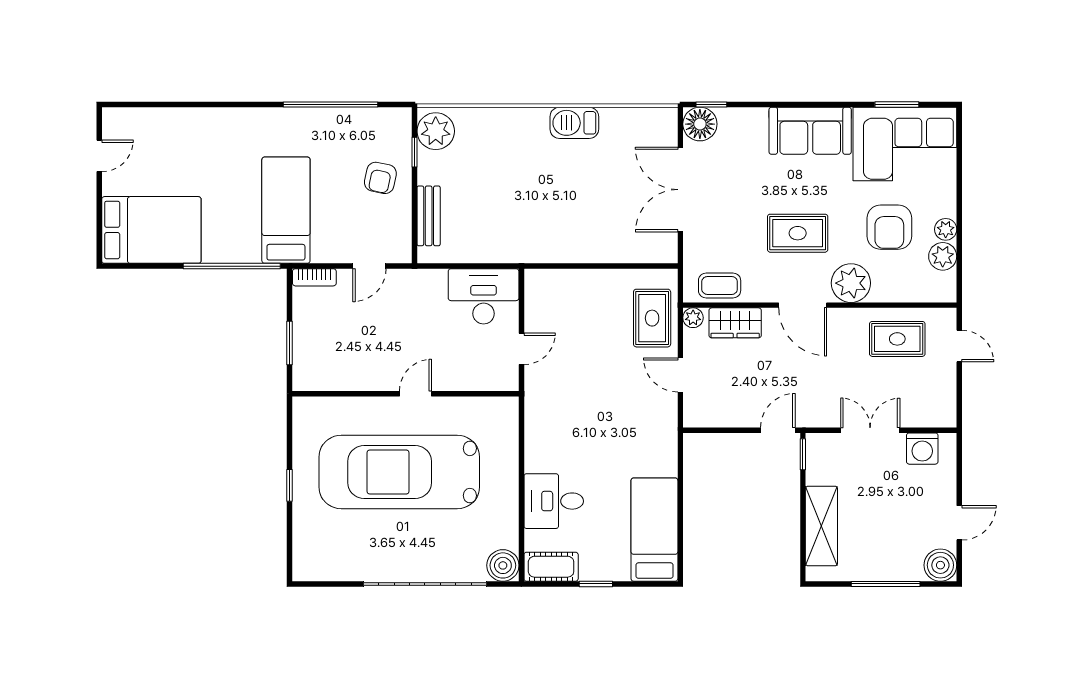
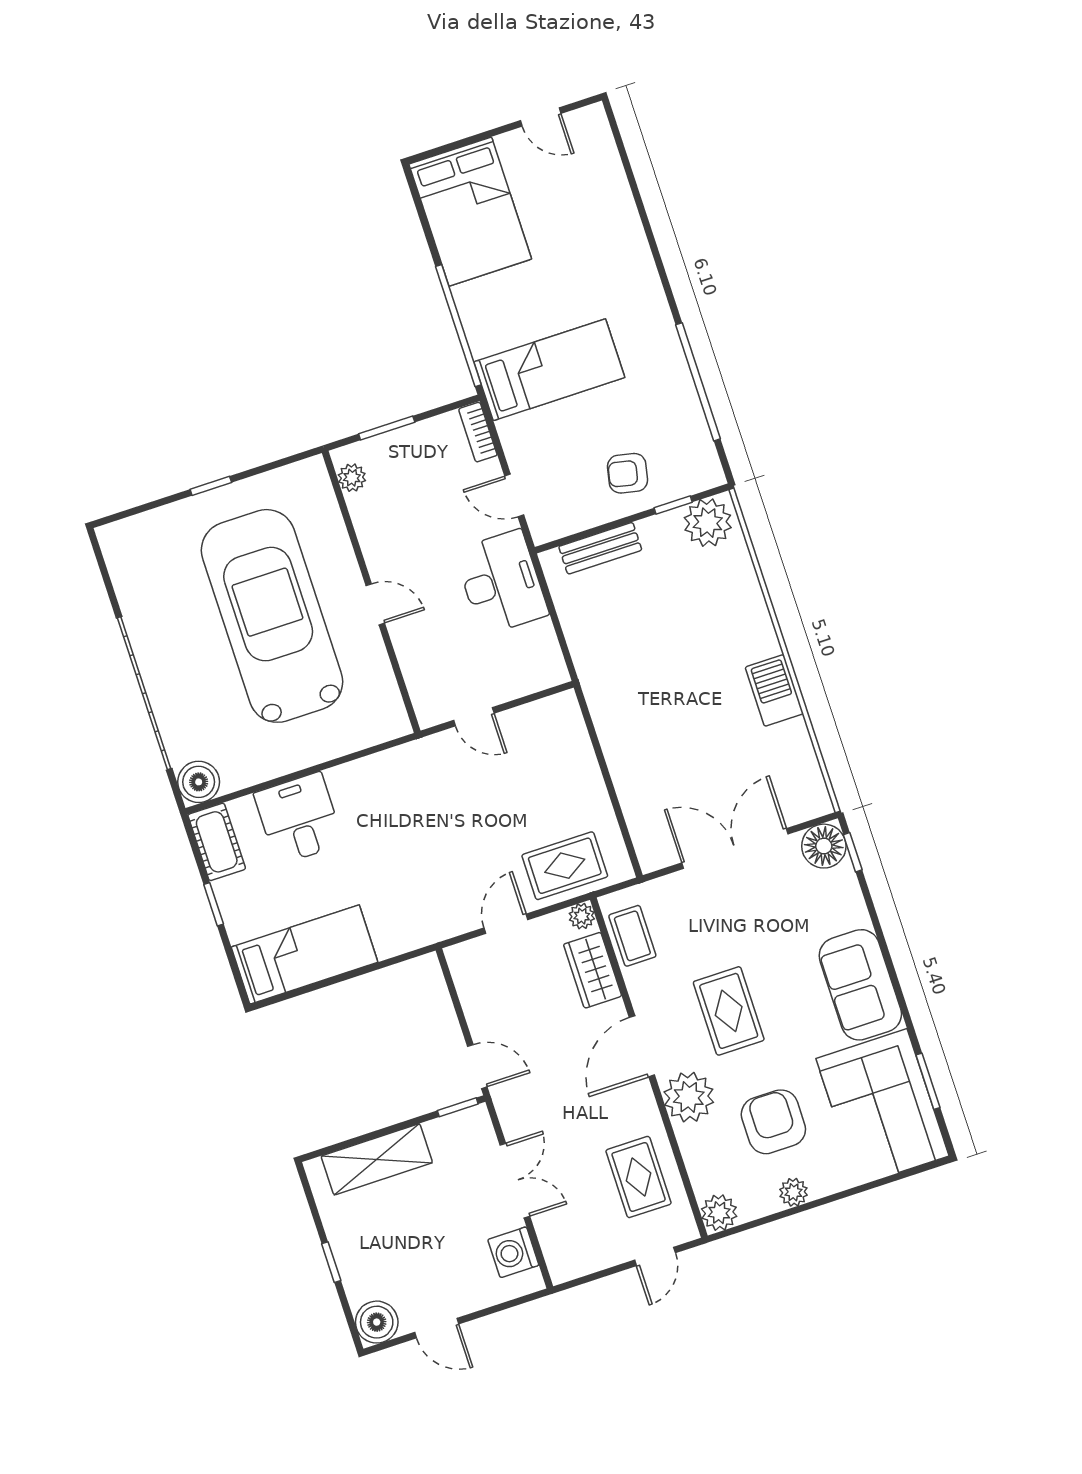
armchair: (889, 227) -> (773, 1122), turned 90
plant: (943, 256) -> (719, 1213), moved
desk: (484, 296) -> (501, 582), moved
plant: (317, 380) -> (352, 478), added
window: (886, 584) -> (331, 1262), width x0.46

